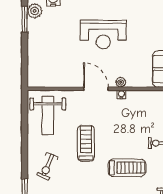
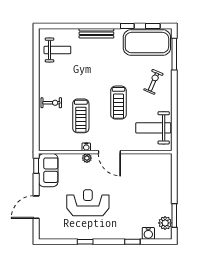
reception desk: (103, 34) -> (88, 203), moved
weight bench: (48, 115) -> (153, 128), turned -90
treadmill: (127, 168) -> (81, 116), moved, turned -90

